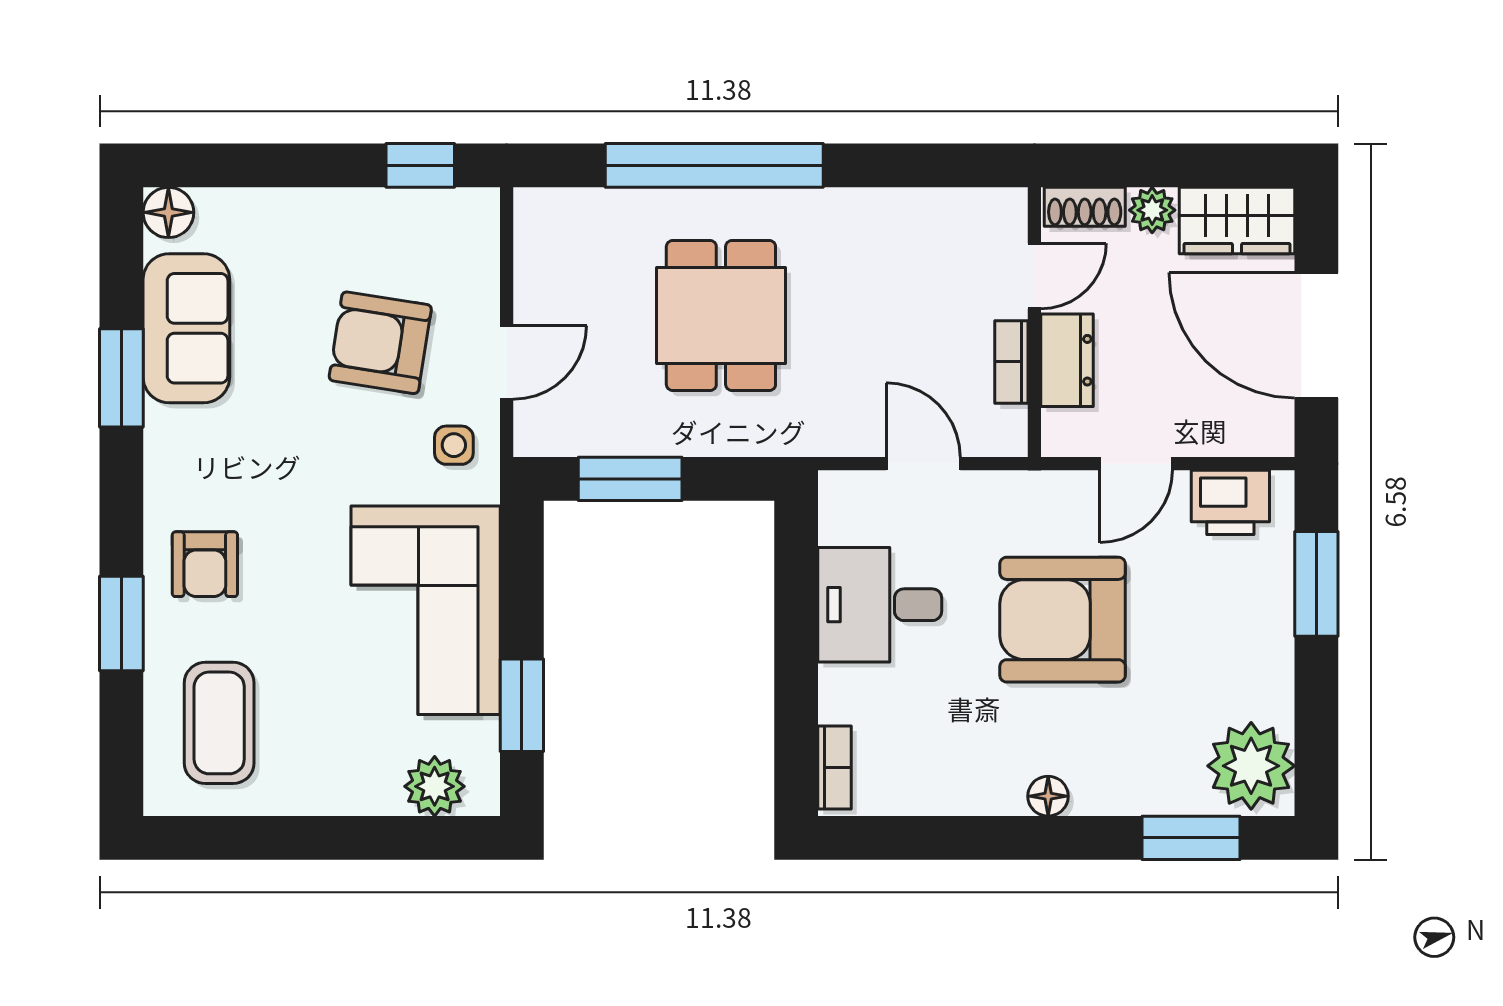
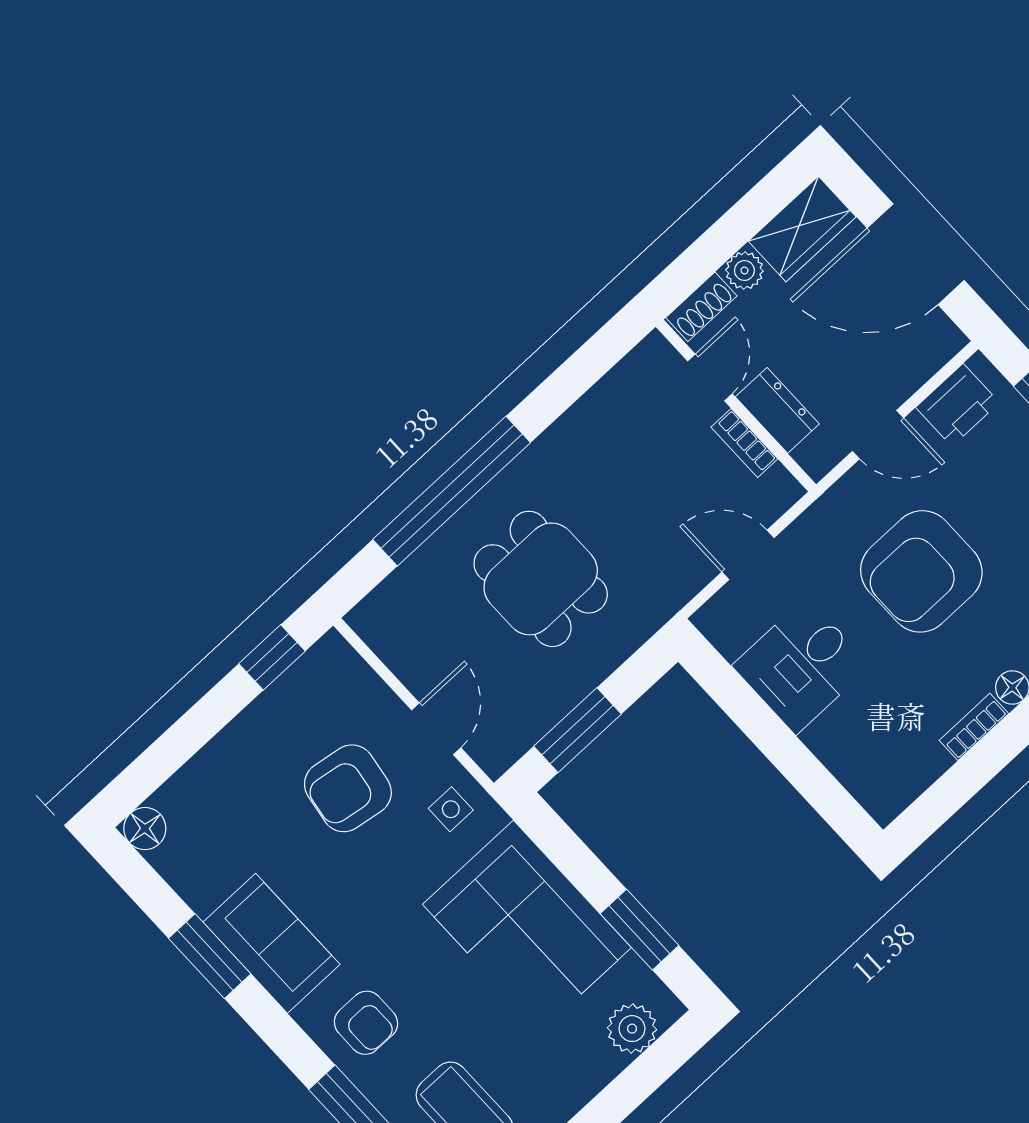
sofa: (186, 328) -> (271, 943), moved
door: (1136, 464) -> (878, 435), hinge flipped
bookcase: (835, 767) -> (974, 727), moved, turned -90

